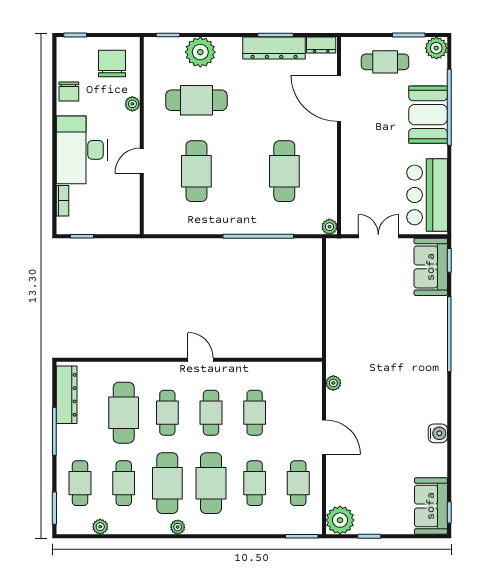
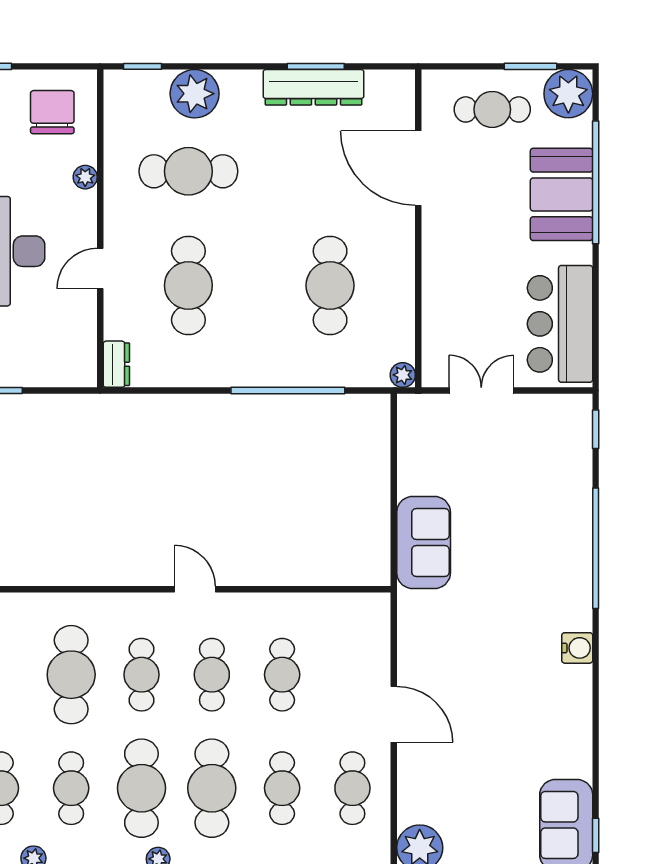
dresser: (321, 45) -> (116, 364), moved, turned -90
plant: (436, 48) -> (568, 94), width x1.36, depth x1.36
sofa: (431, 267) -> (424, 542), moved, turned 180
plant: (333, 383) -> (409, 627), removed
water cooler: (438, 433) -> (577, 648), moved

